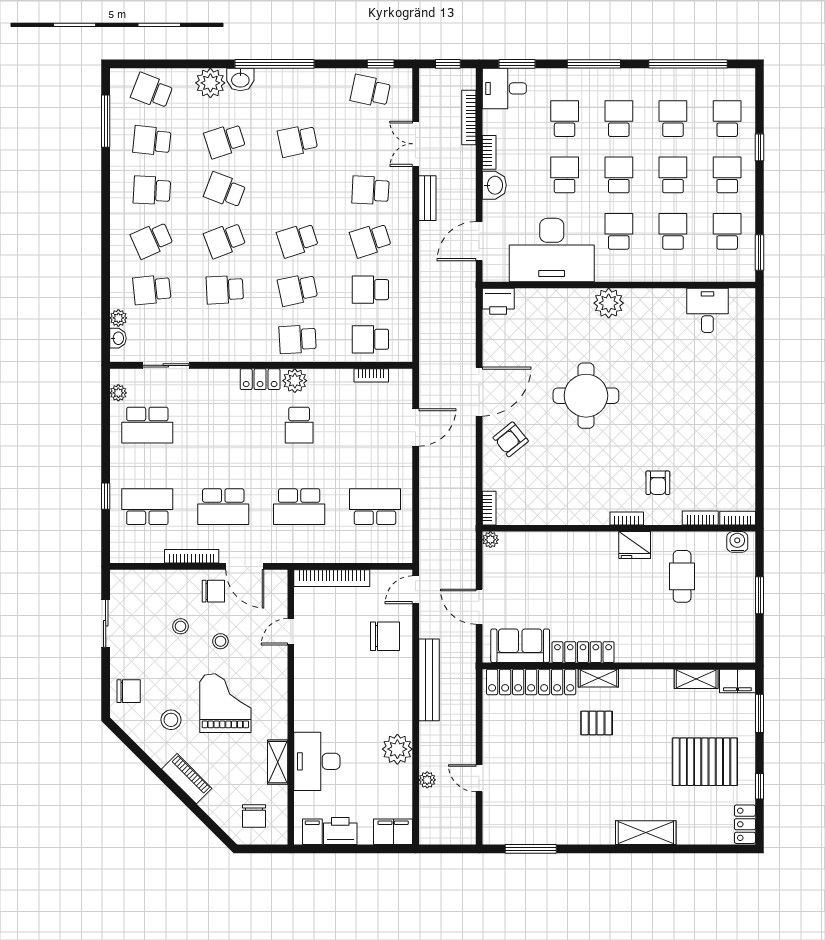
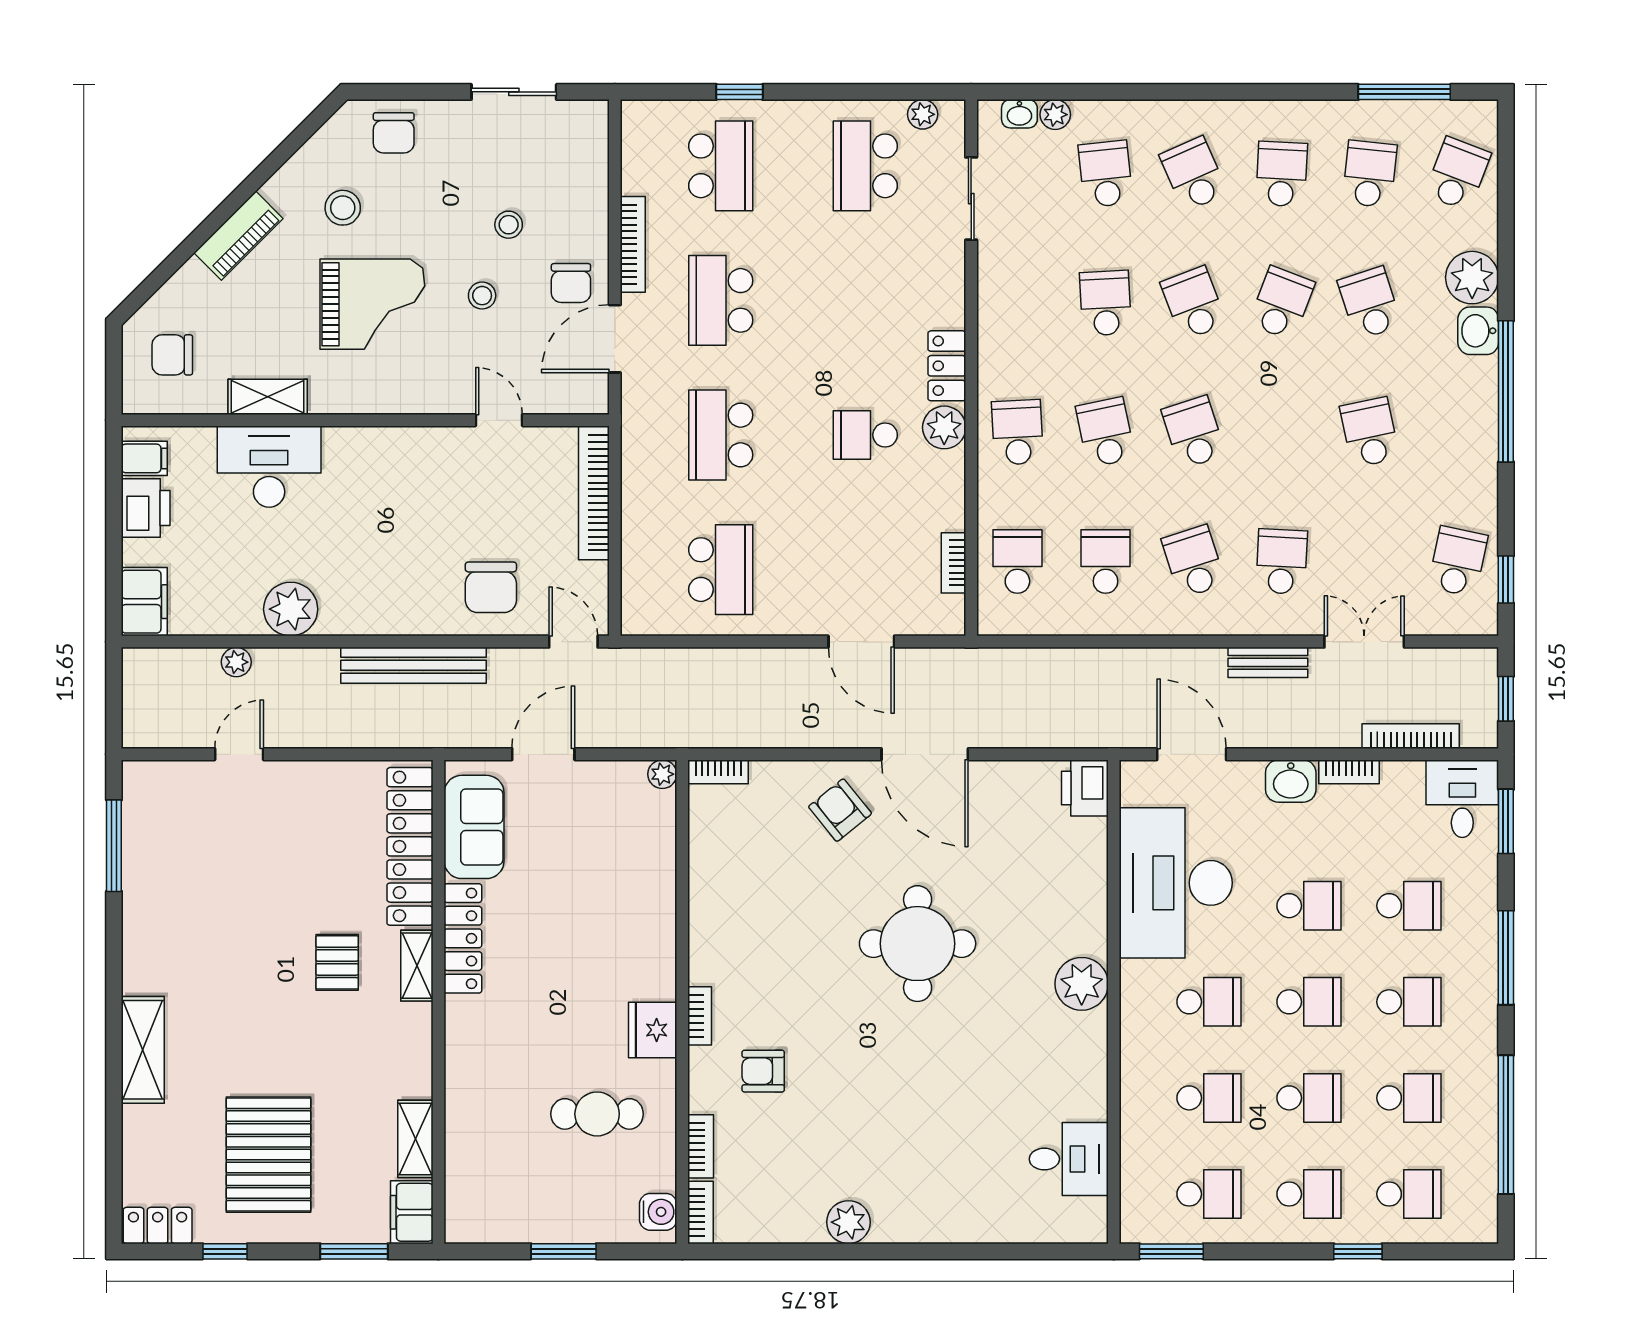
plant: (743, 435) -> (848, 1222), added

